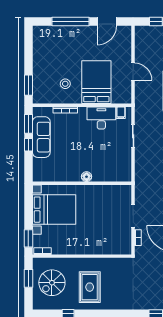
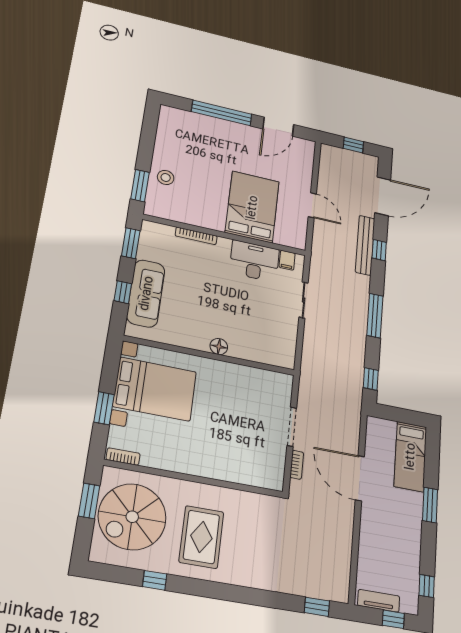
stool: (65, 84) -> (166, 178), moved
sofa: (41, 137) -> (146, 293), moved
window: (28, 145) -> (123, 292), moved
window: (28, 238) -> (104, 408), moved
spiral stairs: (52, 283) -> (132, 517), width x1.37, depth x1.37

